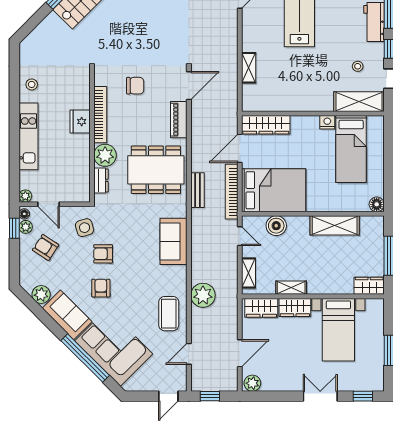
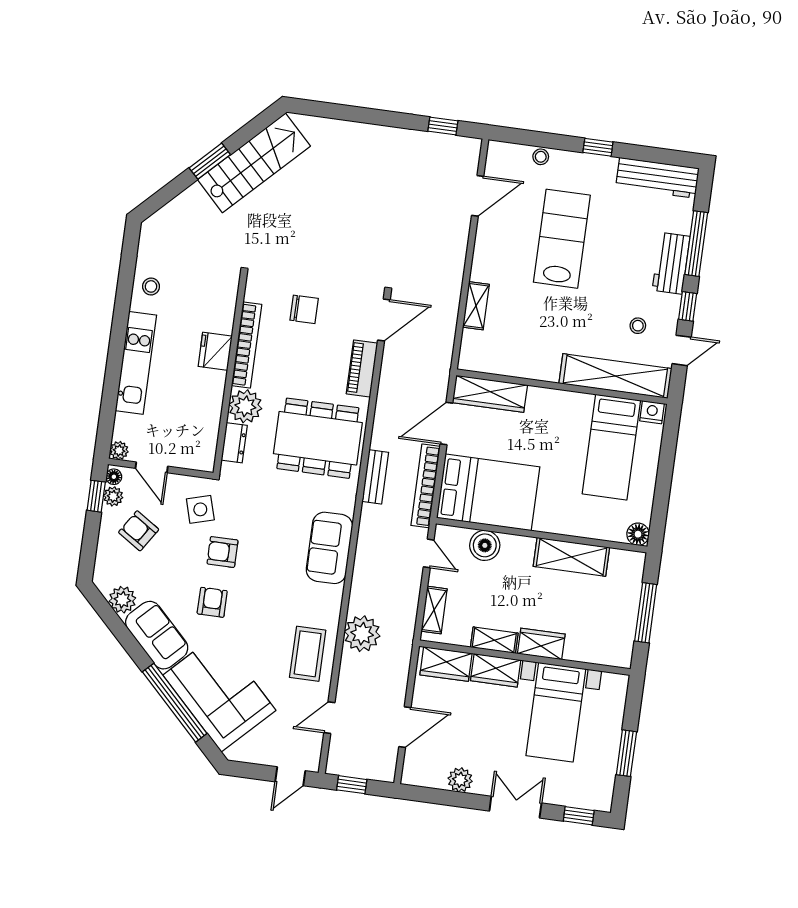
shelving: (359, 102) -> (615, 376), width x1.47
nightstand: (327, 122) -> (652, 412), moved
wardrobe: (369, 286) -> (541, 644), moved
plant: (252, 383) -> (460, 780), moved

